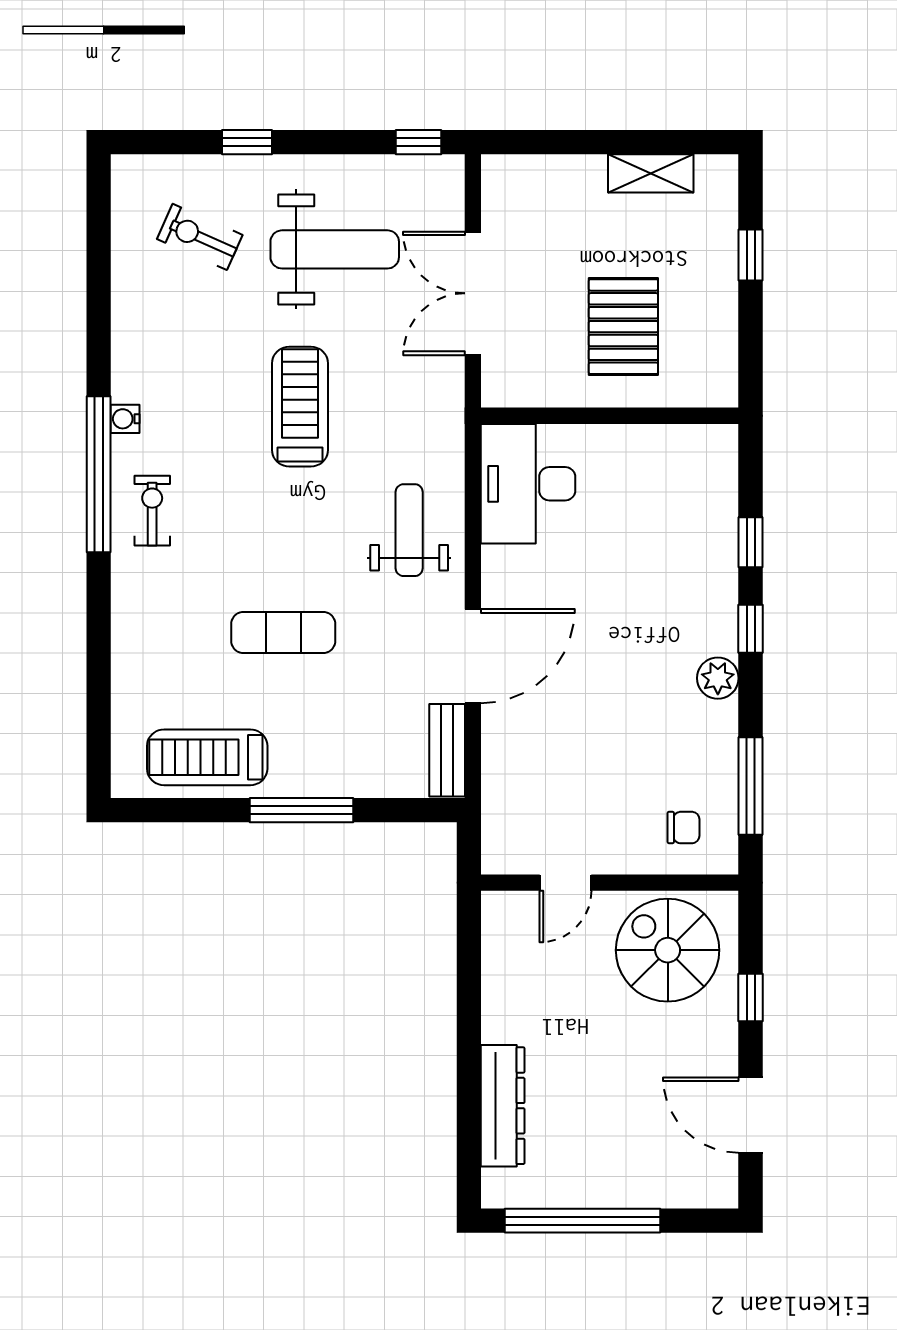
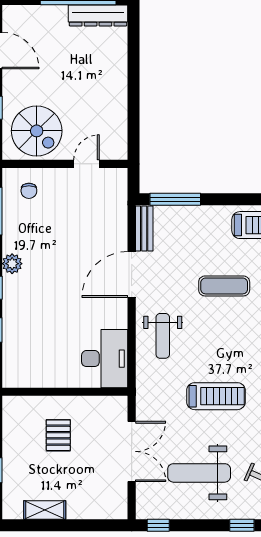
pallet: (623, 327) -> (58, 435), width x0.67, depth x0.71
treadmill: (300, 407) -> (216, 396), turned -90
window: (302, 810) -> (175, 199), moved
chair: (683, 828) -> (29, 191), turned -90
dresser: (503, 1106) -> (98, 15), moved, turned -90

